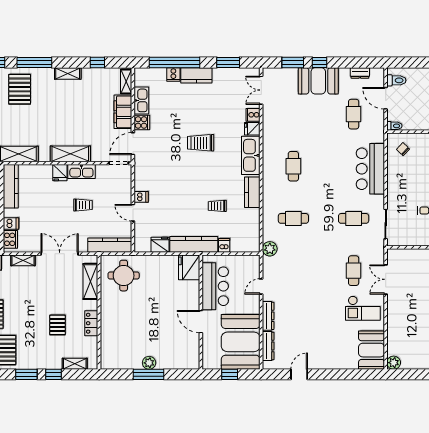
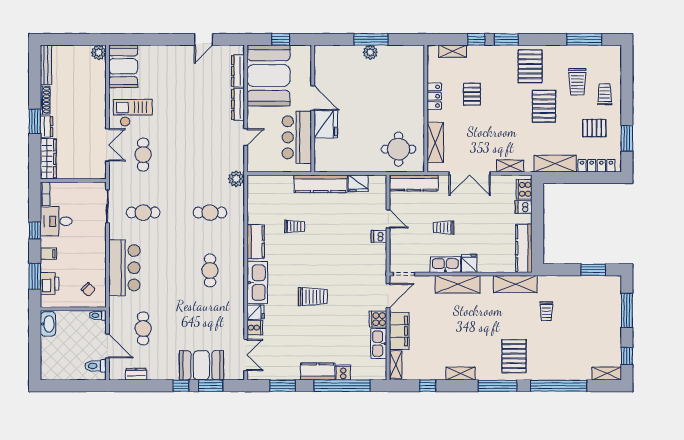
booth: (318, 81) -> (201, 365), moved
dishwasher: (224, 245) -> (287, 183), removed
fridge: (189, 267) -> (326, 124), moved

